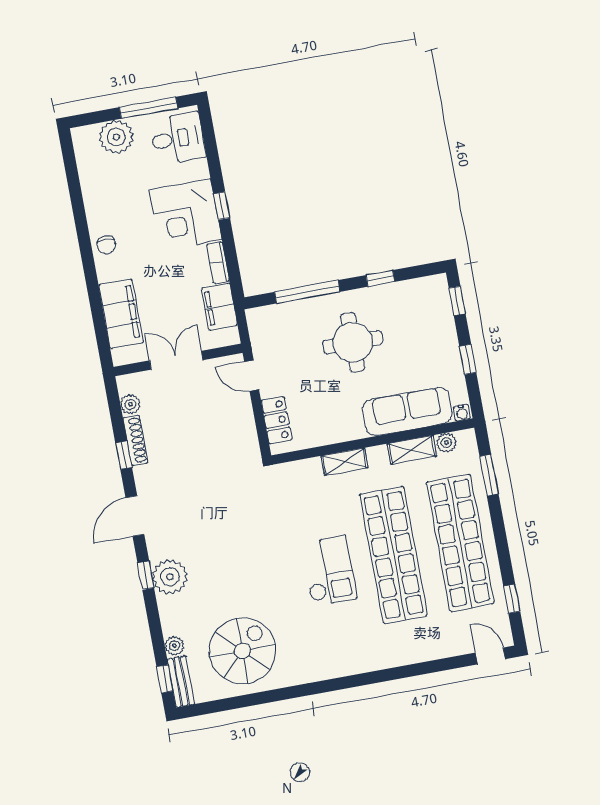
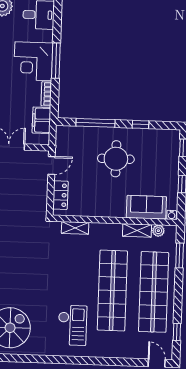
window: (222, 206) -> (56, 61), width x2.17
door: (252, 376) -> (51, 165), swing flipped
sofa: (407, 411) -> (146, 207), width x0.73
shelving: (344, 462) -> (75, 228), moved
checkout: (329, 571) -> (72, 325), moved

